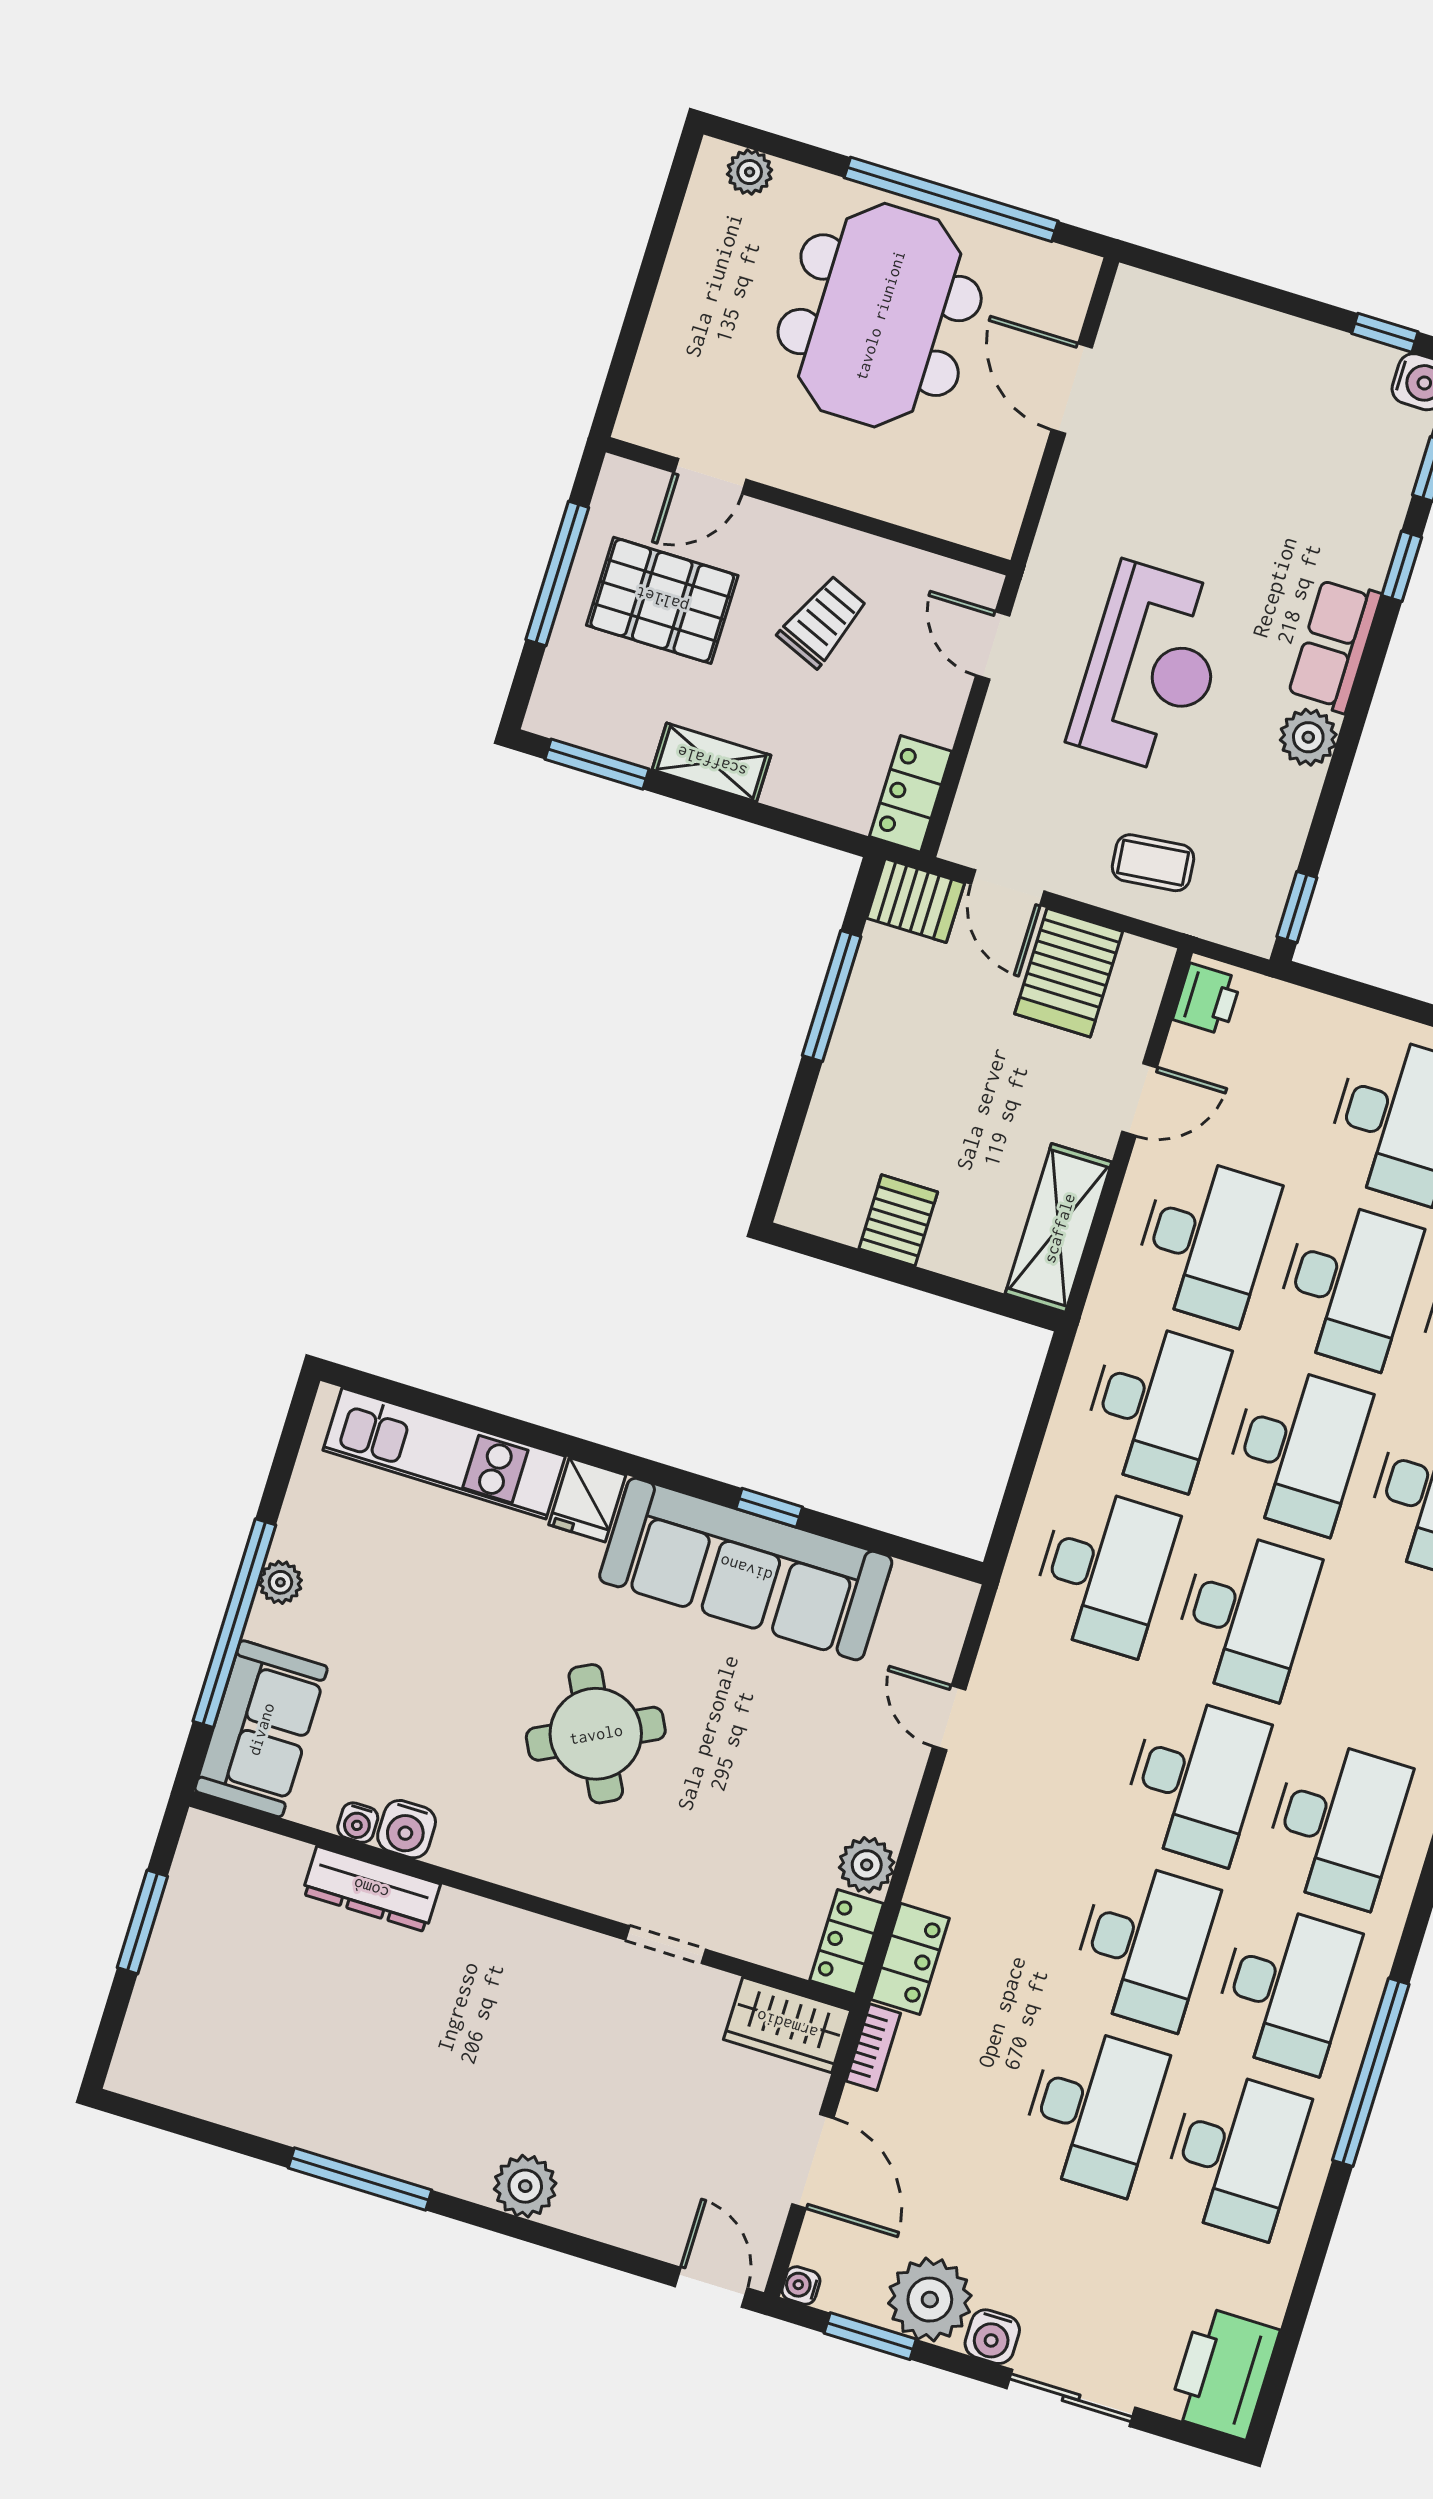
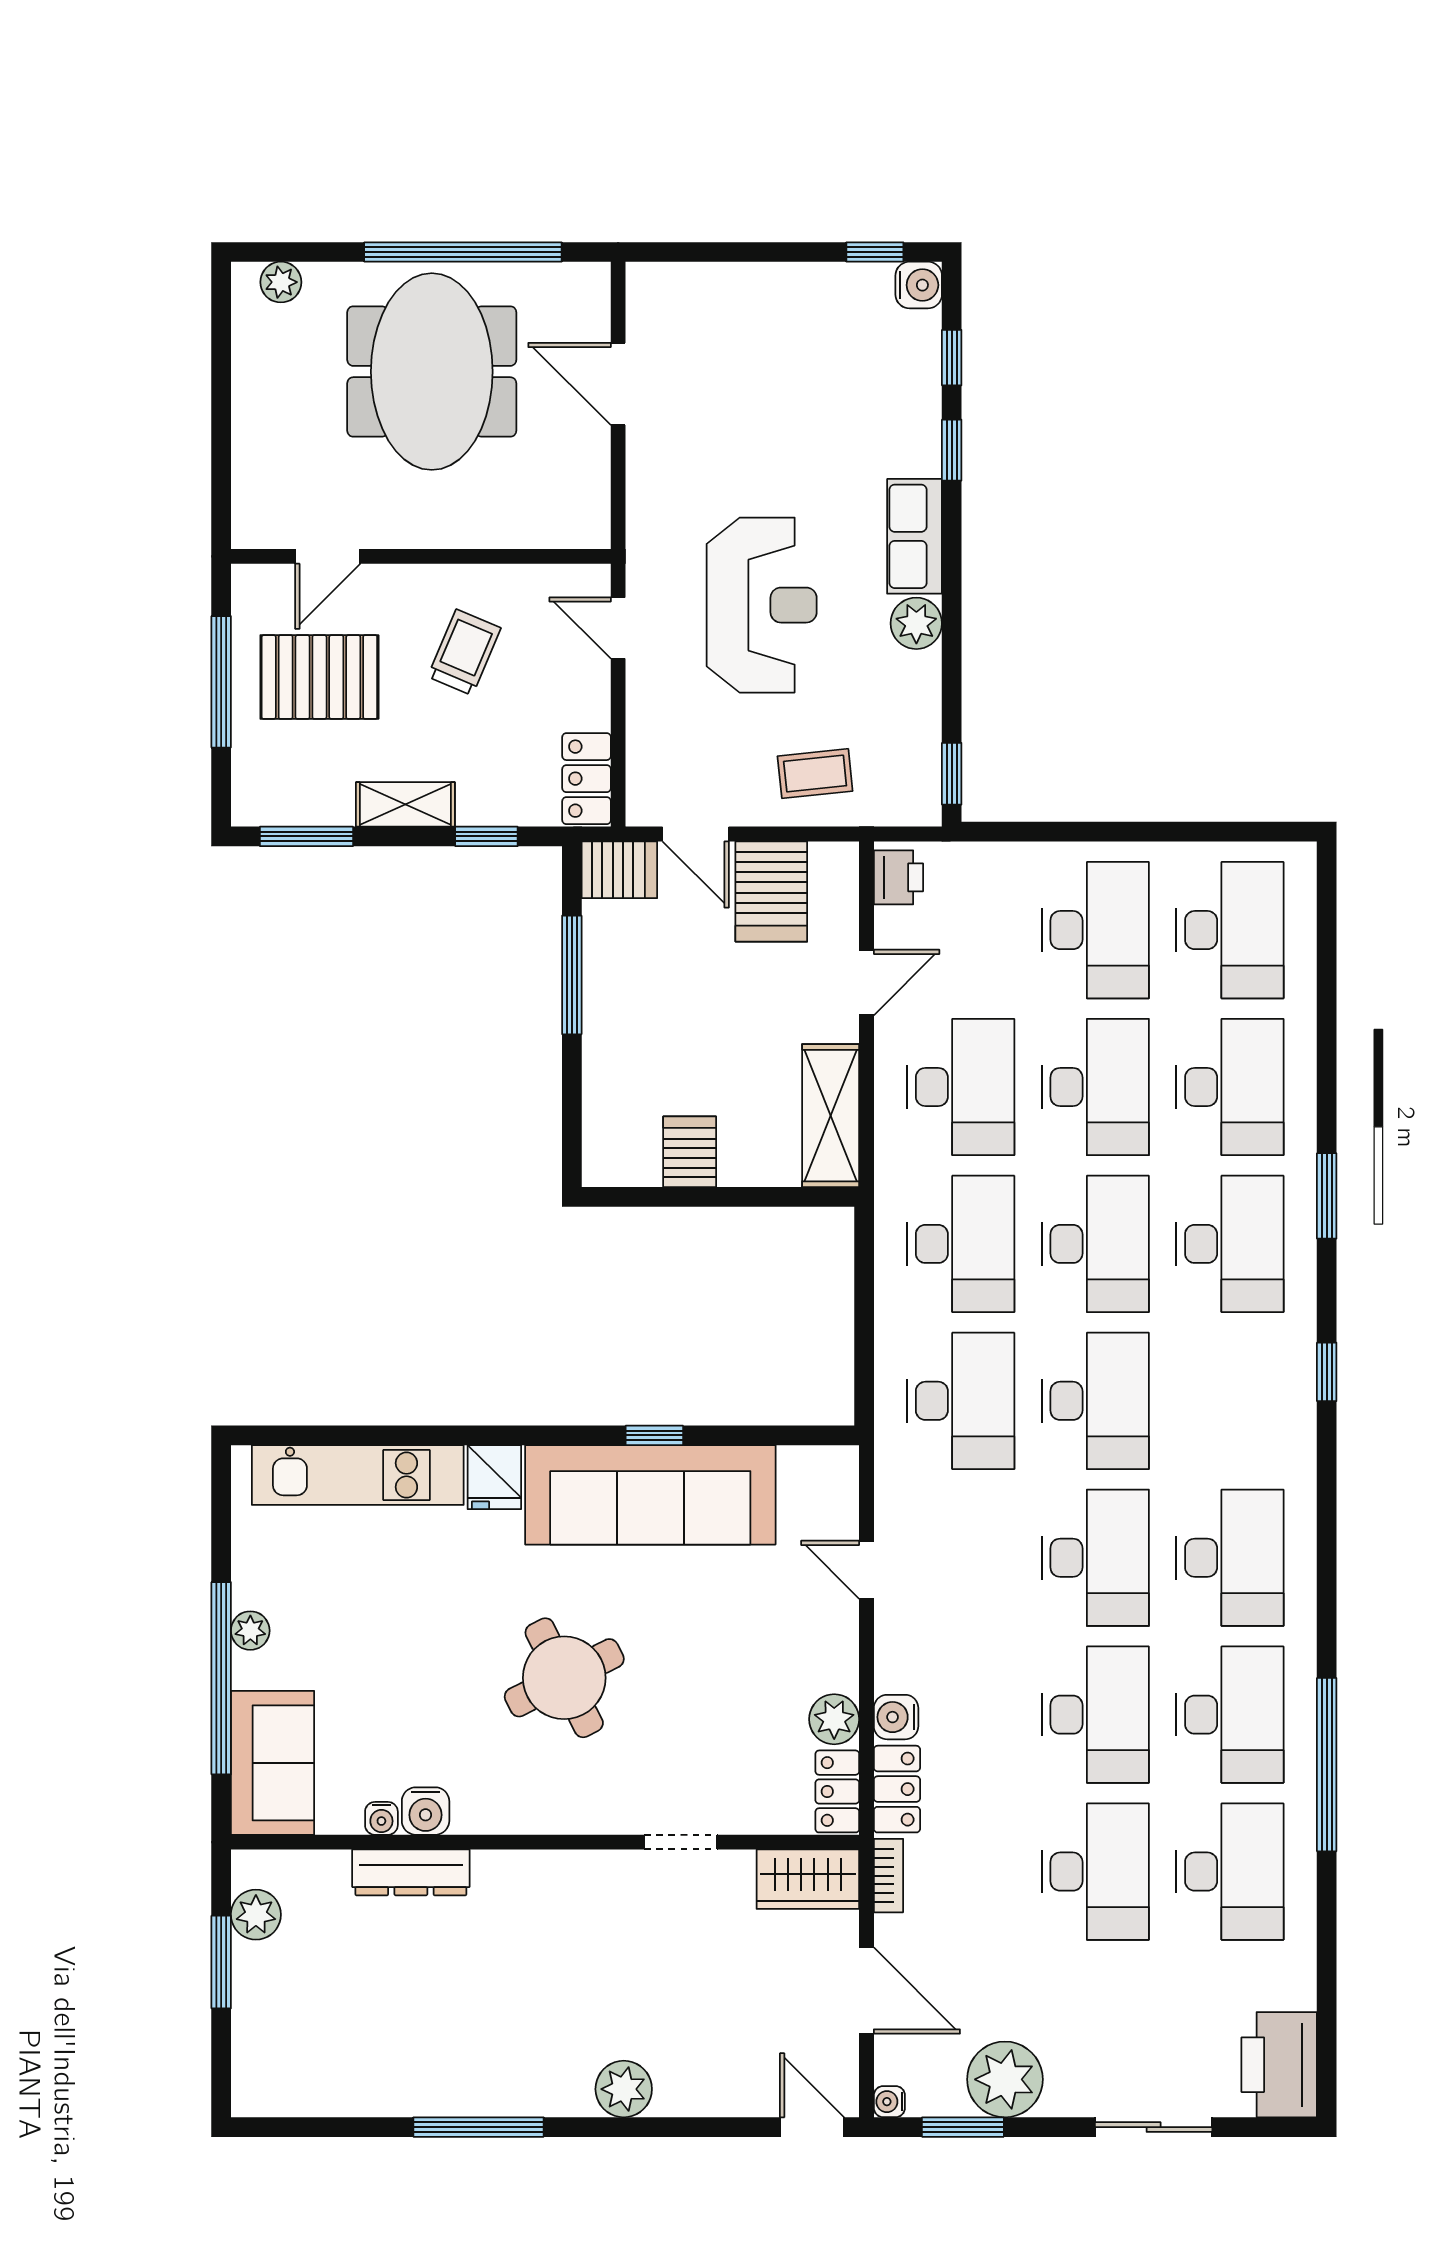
window: (787, 822) -> (486, 836), added
plant: (194, 1883) -> (256, 1915), added
water cooler: (992, 2337) -> (896, 1717), moved, turned 90

